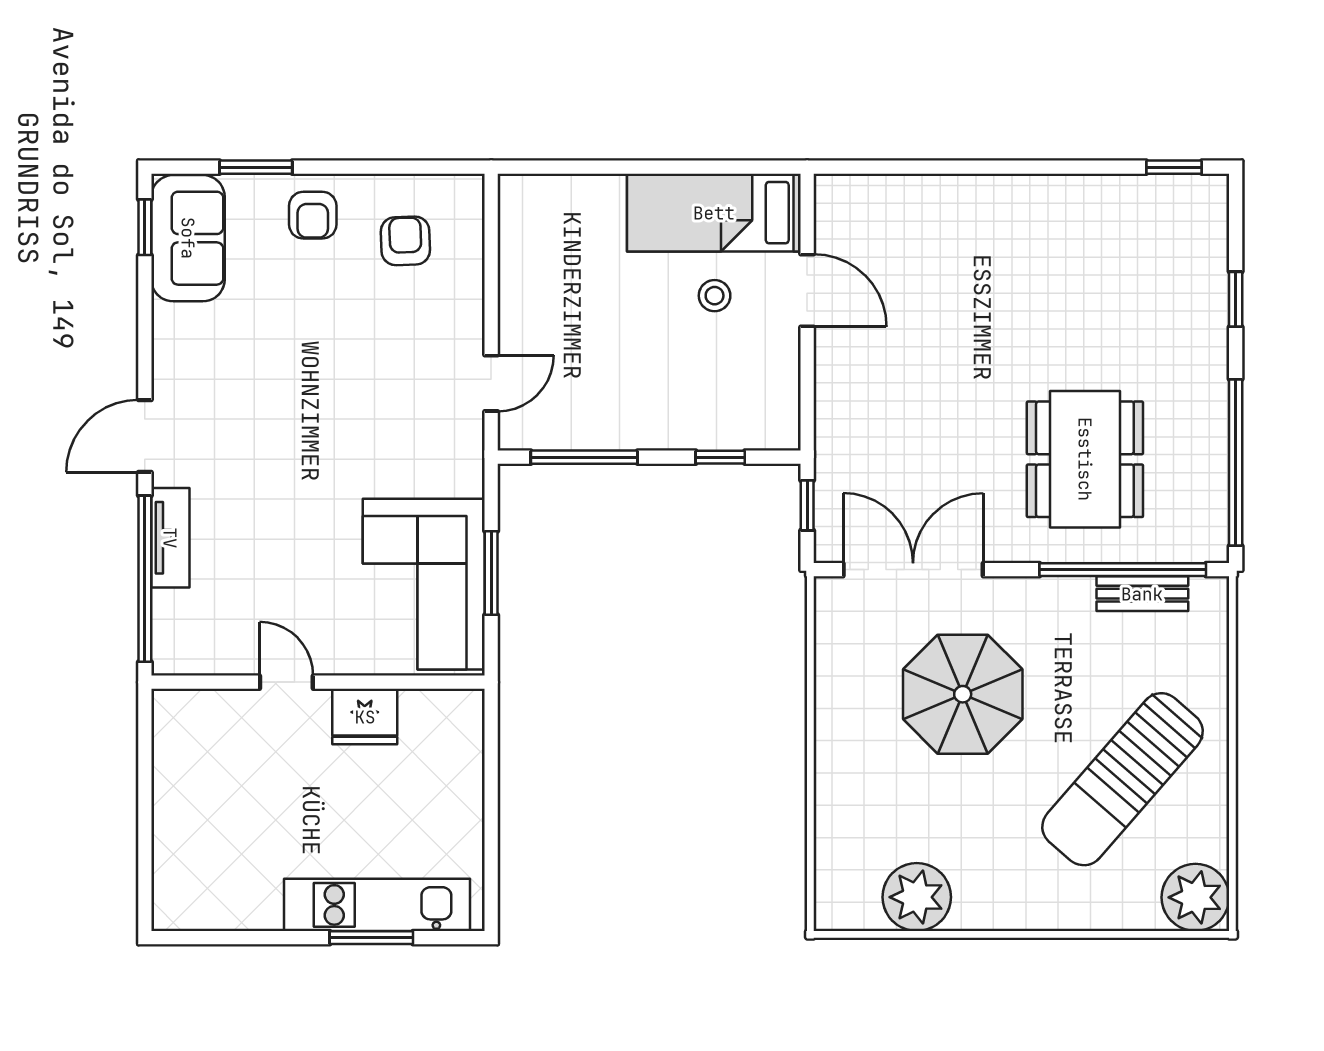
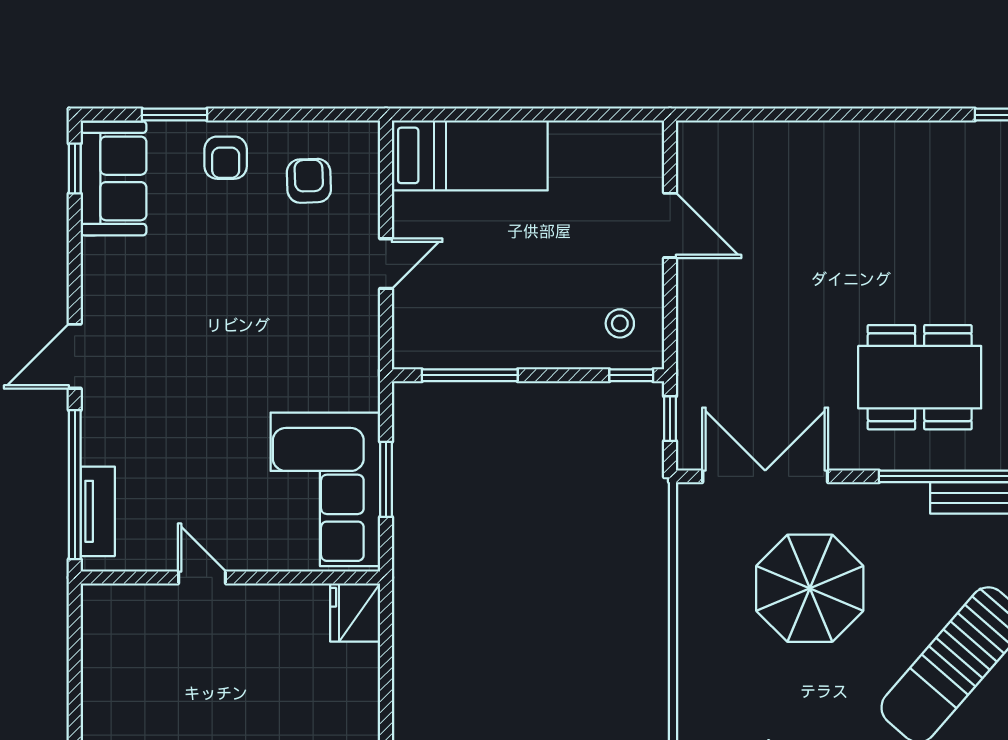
bed: (714, 213) -> (470, 155), moved, turned 180
stool: (715, 296) -> (620, 323), moved
door: (491, 383) -> (386, 264), moved
window: (720, 457) -> (631, 375), moved
dining table: (1085, 459) -> (920, 377), turned 90
tv unit: (170, 538) -> (98, 511), moved
fridge: (365, 717) -> (355, 612), moved, turned 90

